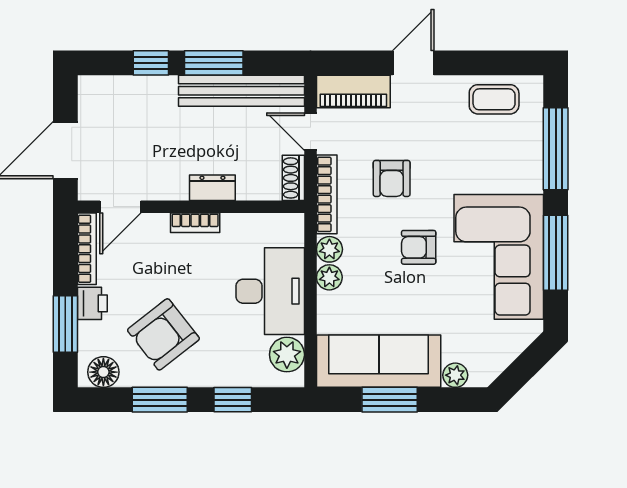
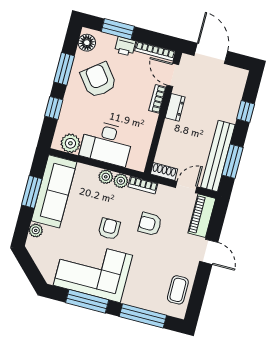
window: (214, 63) -> (232, 161), moved
dresser: (212, 188) -> (175, 107), moved
bookcase: (327, 194) -> (143, 185), width x0.64
bookcase: (195, 223) -> (157, 99), moved

